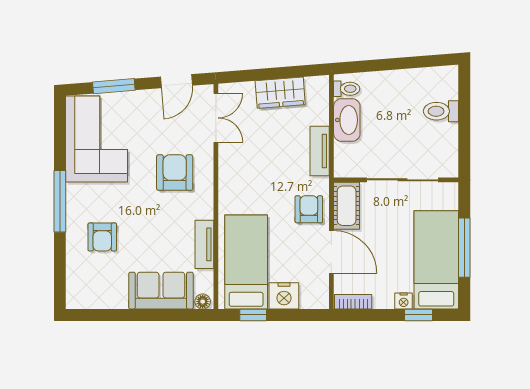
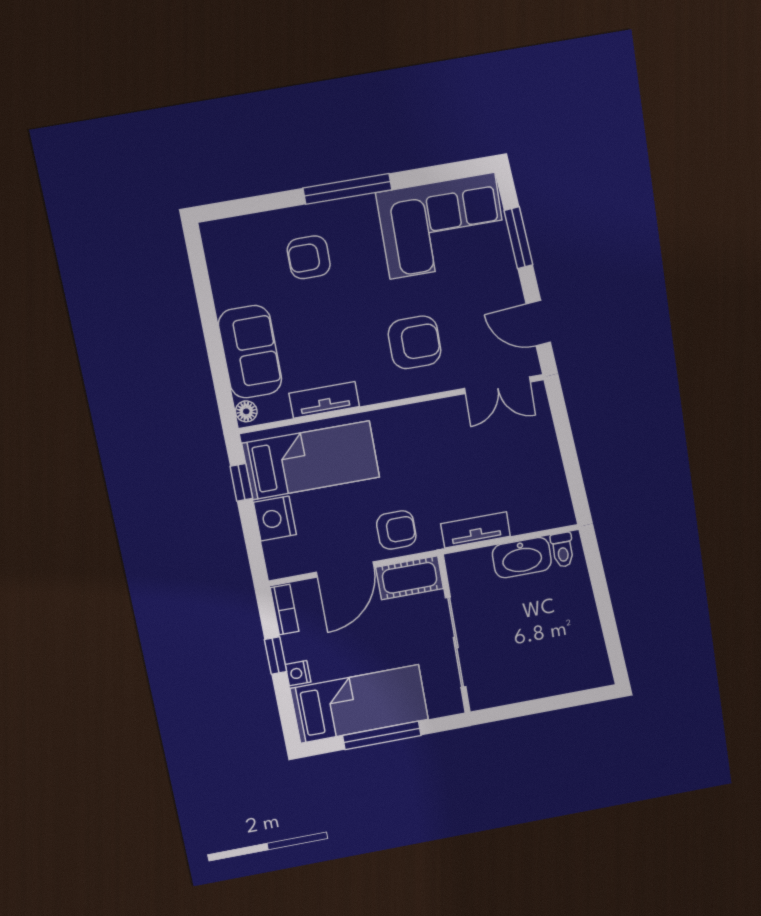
wardrobe: (280, 93) -> (544, 465), removed
toilet: (441, 111) -> (552, 674), removed
window: (418, 315) -> (276, 656), moved

